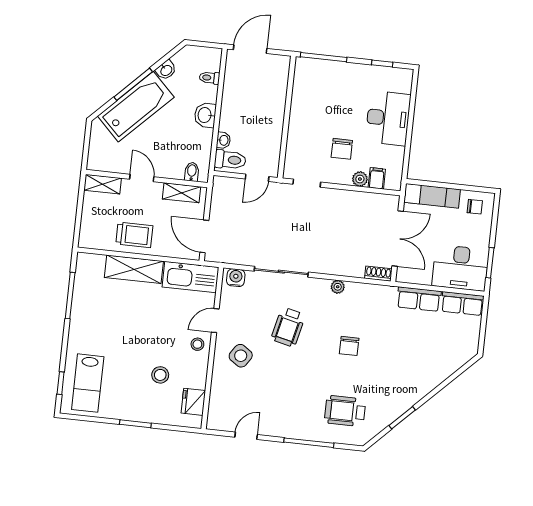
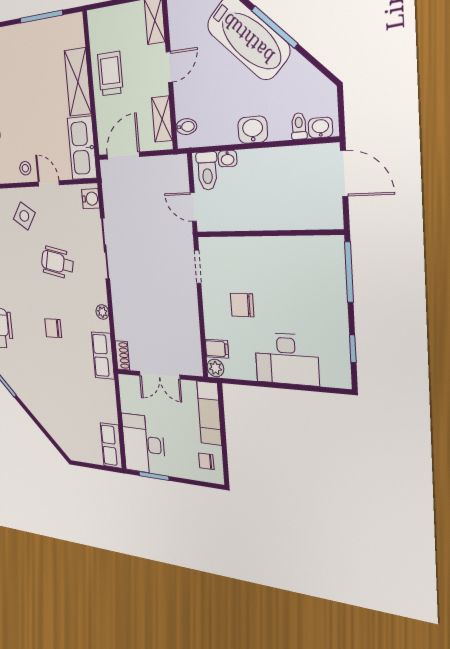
washbasin: (166, 70) -> (320, 128), moved, turned 135
plant: (360, 179) -> (215, 368), moved
chair: (475, 207) -> (206, 461), turned 89
trolley: (134, 235) -> (110, 74), turned 180
double door: (398, 239) -> (159, 375), width x0.73
row of seats: (419, 299) -> (103, 356), moved

